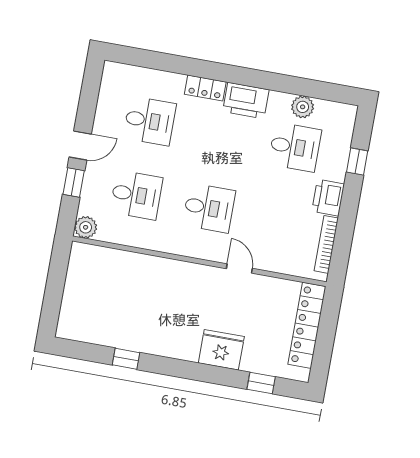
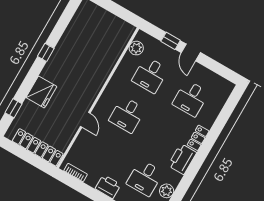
plant: (86, 227) -> (136, 48), moved
bookcase: (326, 244) -> (76, 173), width x0.64
door: (239, 269) -> (85, 120), hinge flipped
window: (126, 359) -> (46, 52), moved

